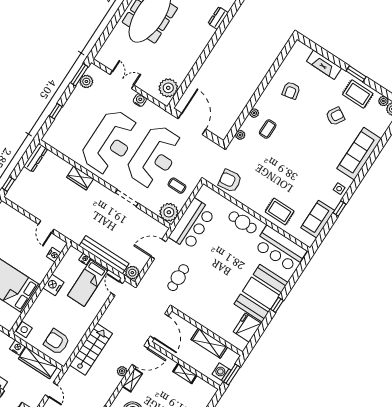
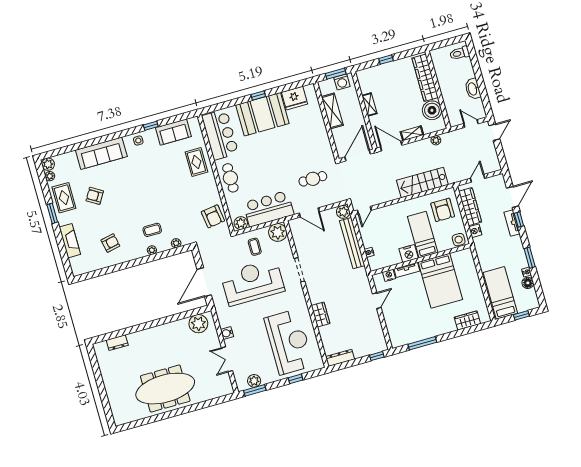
reception desk: (110, 142) -> (289, 342), moved, turned 90
plant: (204, 194) -> (241, 223), added
tv unit: (44, 271) -> (407, 270), added
bed: (88, 283) -> (423, 235), moved, turned -90
plant: (122, 371) -> (436, 140), moved

